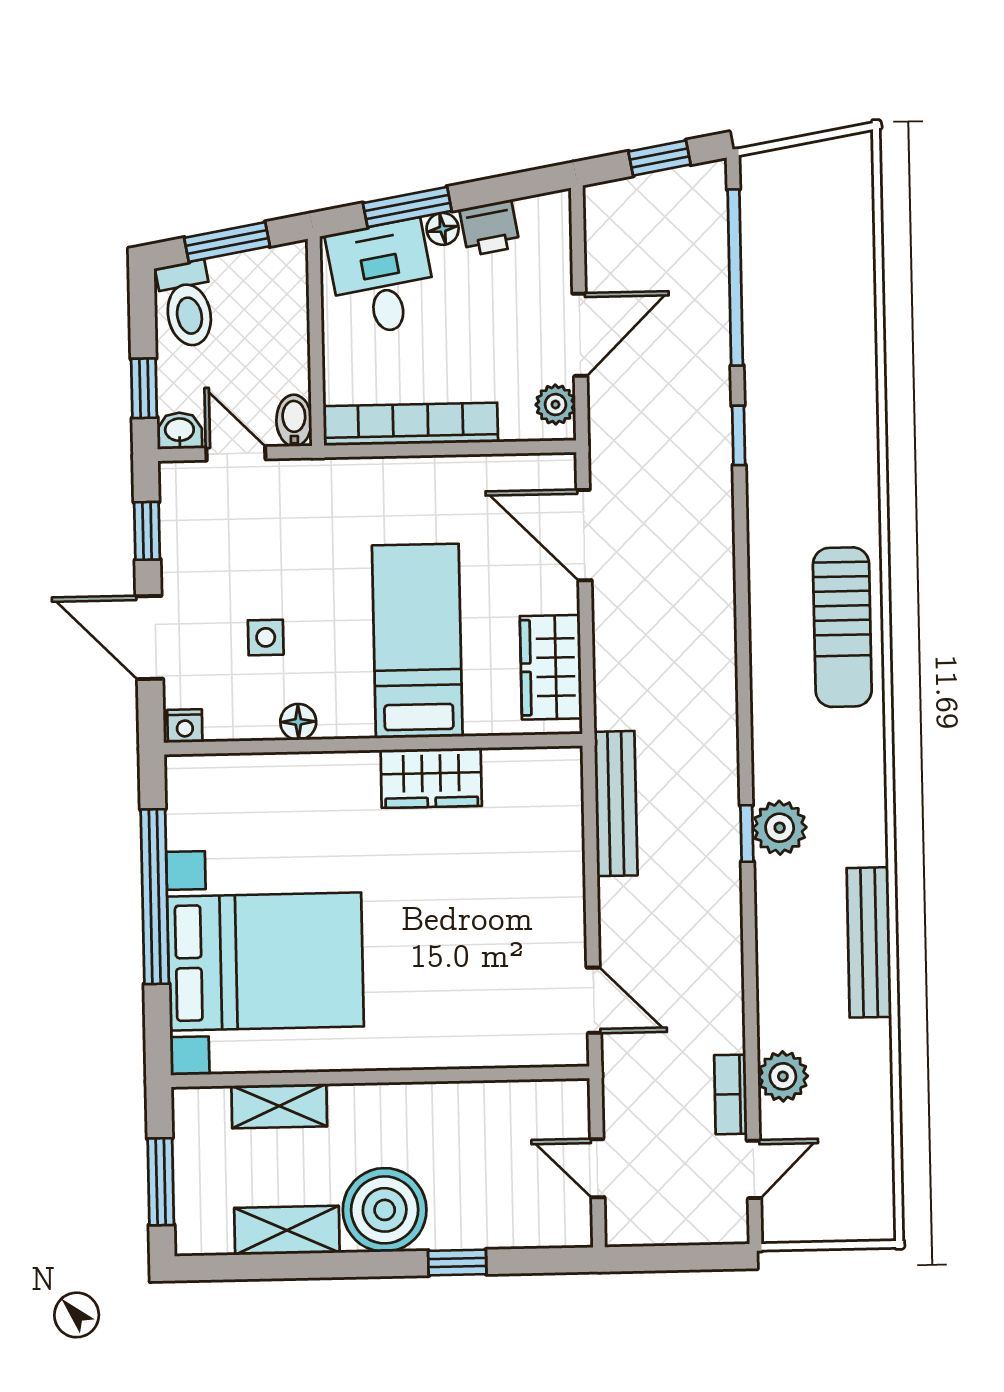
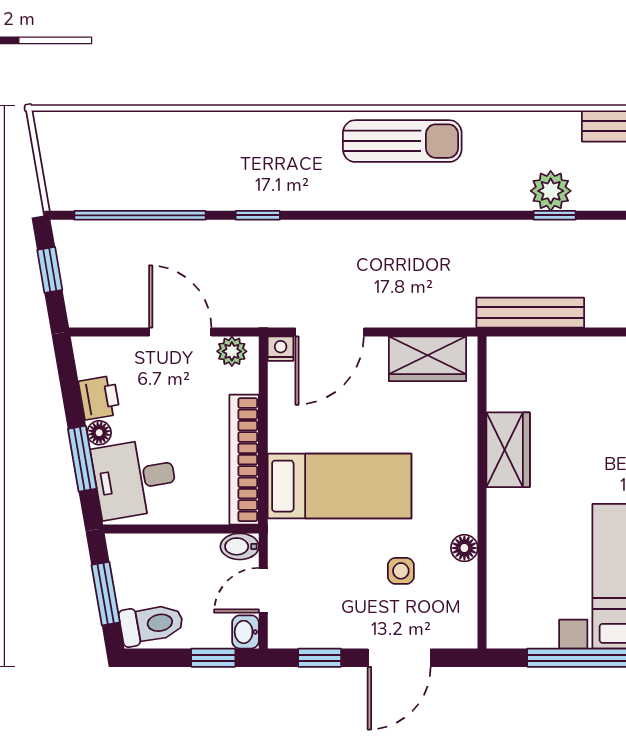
bed: (417, 641) -> (340, 486), moved, turned 180
nightstand: (185, 726) -> (281, 349), moved, turned -90

